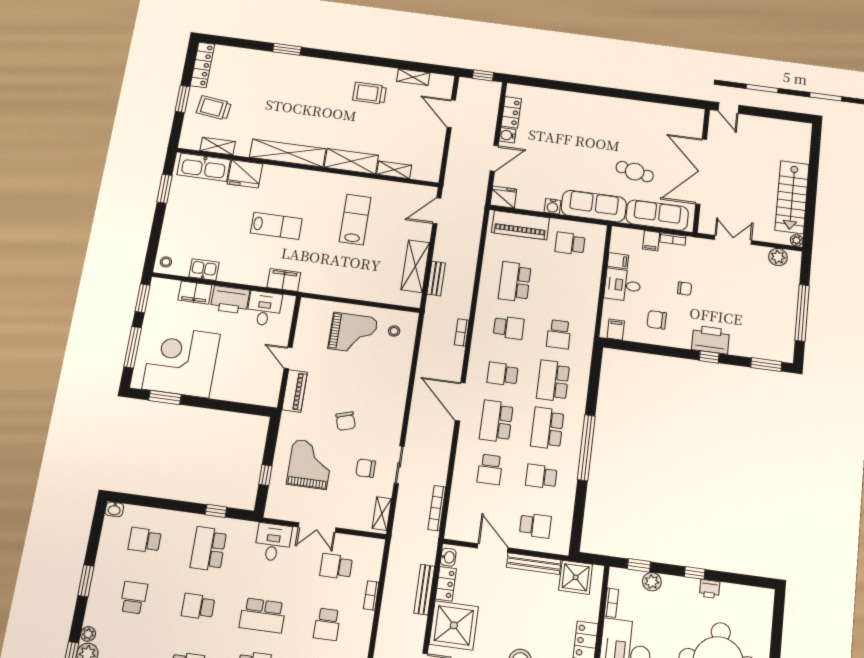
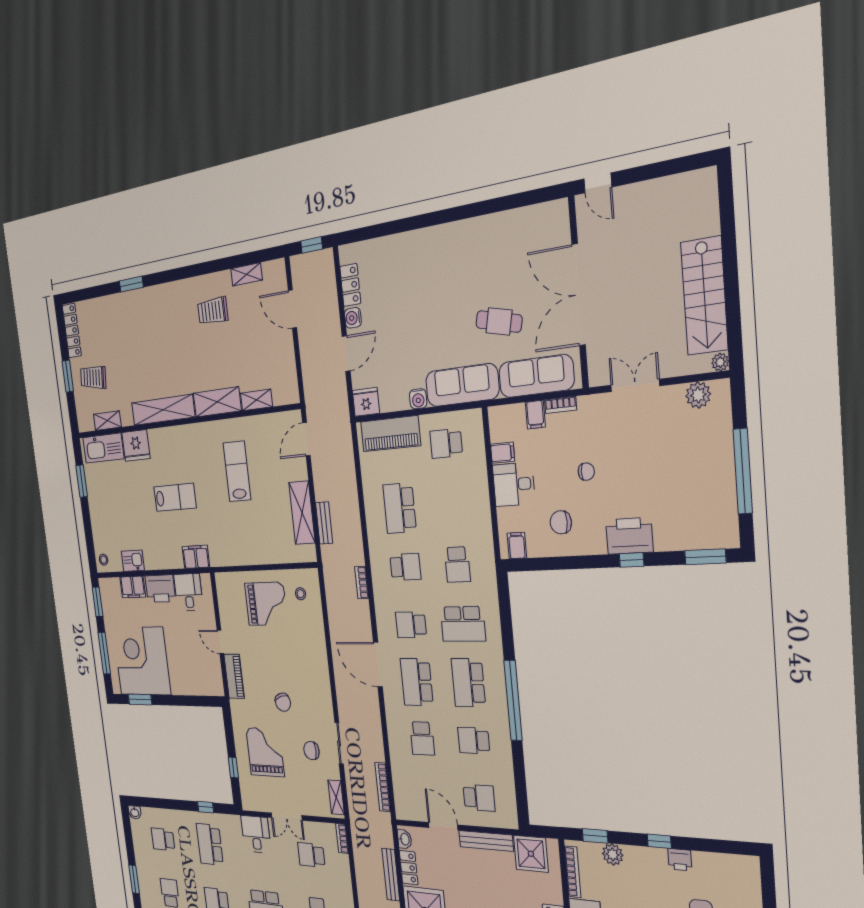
school desk: (553, 381) -> (463, 624), turned -90
bookcase: (371, 595) -> (342, 838), moved
bookcase: (611, 603) -> (573, 872), width x1.56

